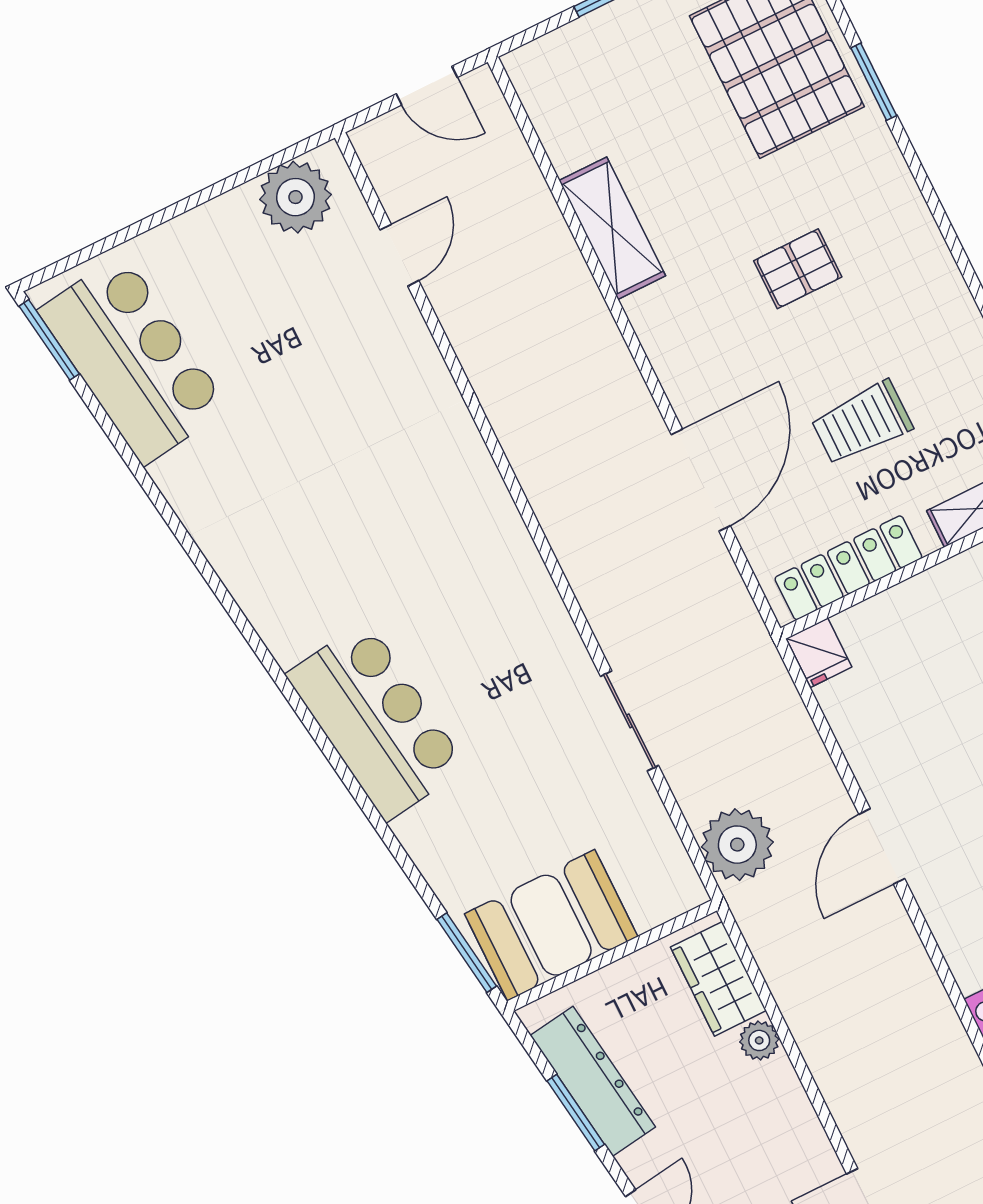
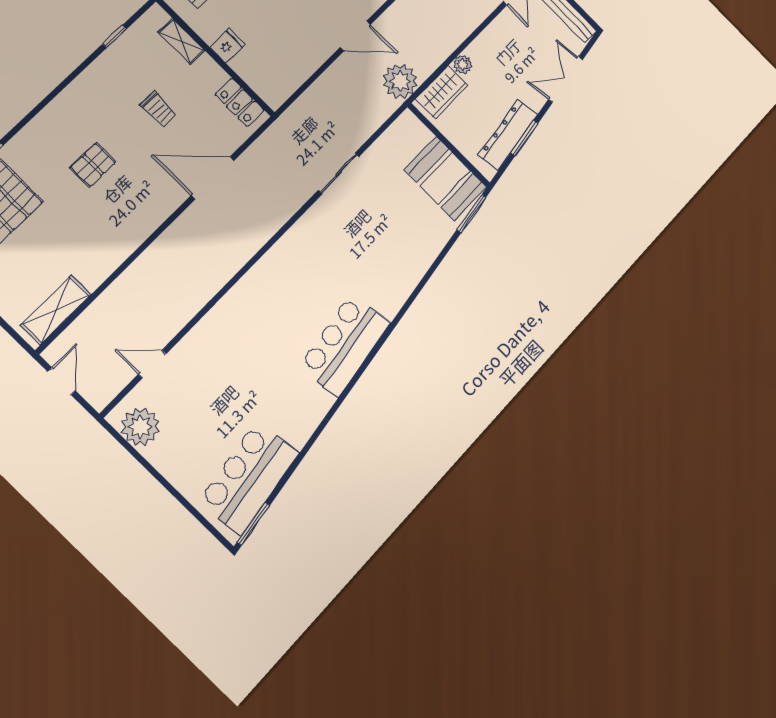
shelving: (612, 228) -> (56, 310), moved
pallet: (798, 269) -> (93, 165), turned 90
trolley: (862, 423) -> (159, 109), width x0.73, depth x0.72
locker: (848, 568) -> (240, 102), width x0.66
fridge: (819, 653) -> (227, 46), moved
bar counter: (376, 721) -> (345, 345), moved
plant: (737, 845) -> (400, 81), moved

